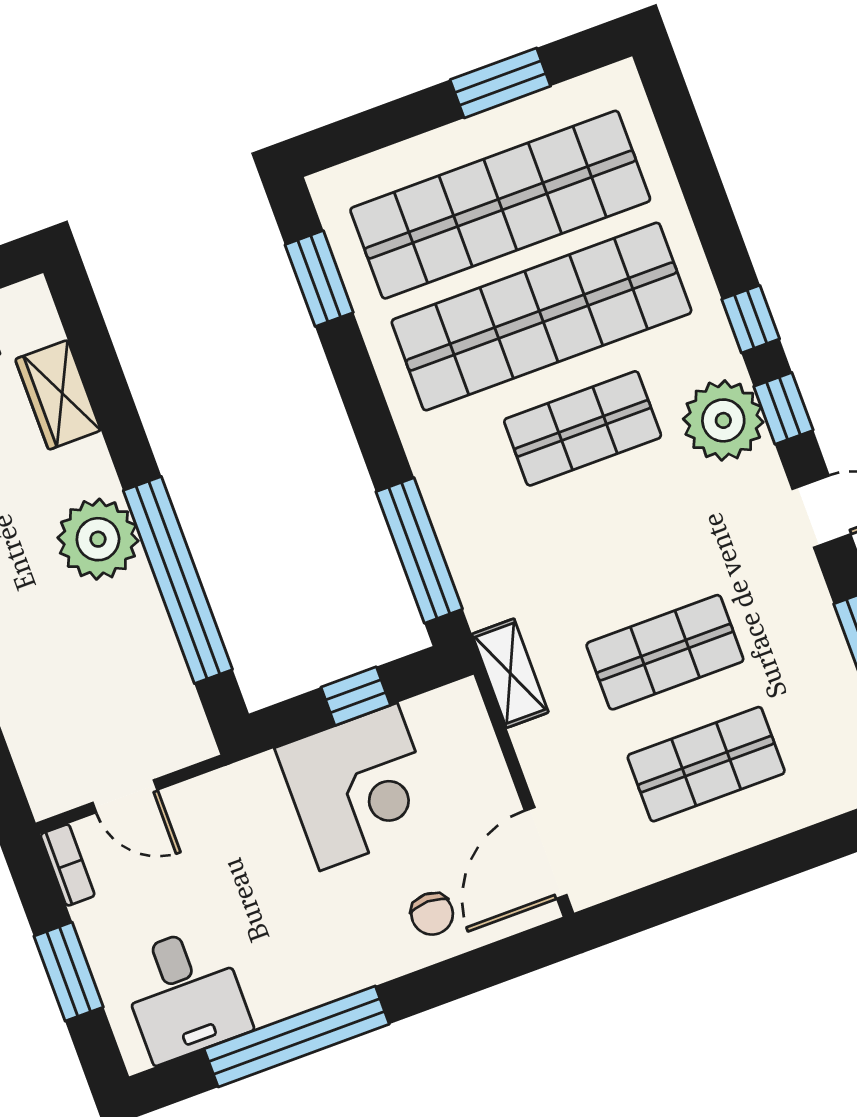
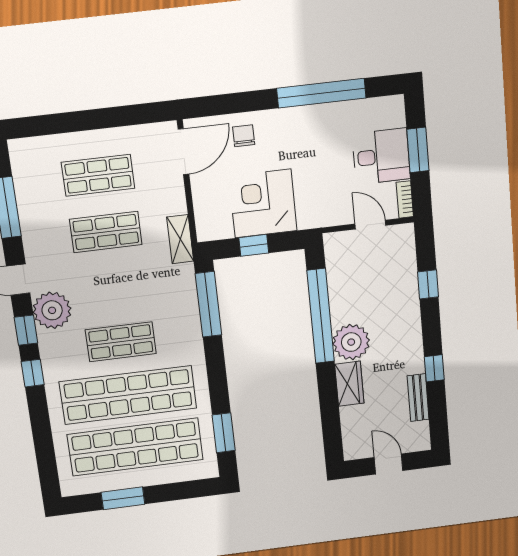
wardrobe: (58, 395) -> (349, 384), moved
plant: (723, 420) -> (52, 310), moved
desk: (185, 994) -> (381, 156), moved, turned 90

